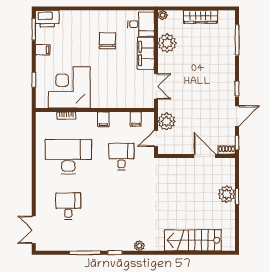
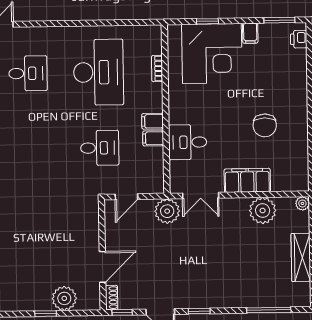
printer: (47, 19) -> (299, 39), width x0.53, depth x0.68
desk: (141, 24) -> (188, 142), moved, turned 90
chair: (107, 41) -> (265, 125), turned 90
corner desk: (69, 87) -> (212, 54), moved, turned 90
filing cabinet: (136, 119) -> (153, 138), moved
plant: (167, 121) -> (167, 211), moved
door: (156, 138) -> (126, 197), swing flipped
plant: (227, 194) -> (64, 298), moved

